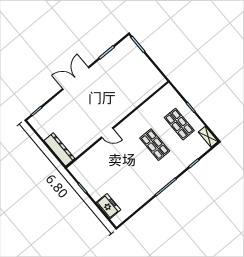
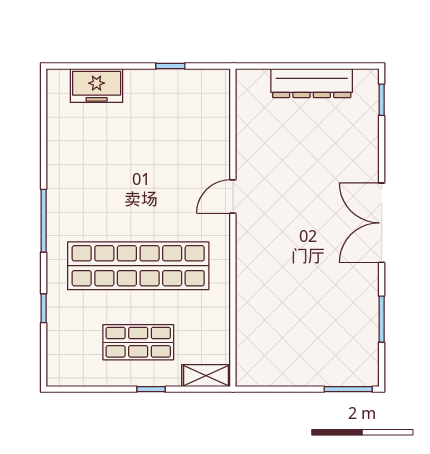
double door: (76, 78) -> (382, 223), swing flipped
shelving: (208, 137) -> (206, 376), moved
shop shelf: (155, 145) -> (138, 266), width x2.00, depth x1.36
dresser: (59, 149) -> (312, 83), moved

